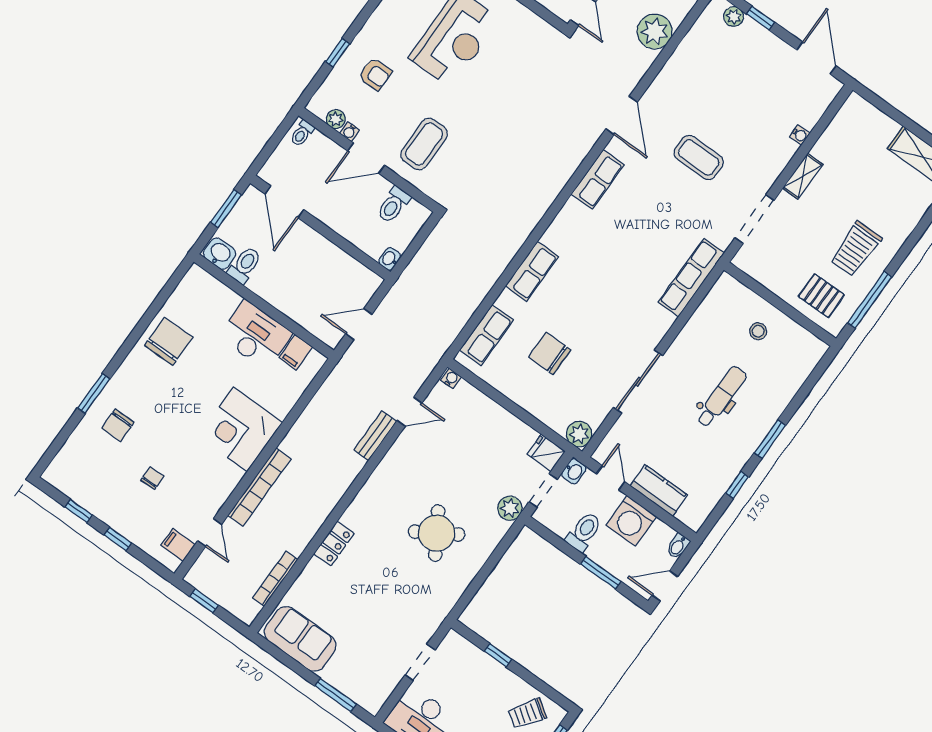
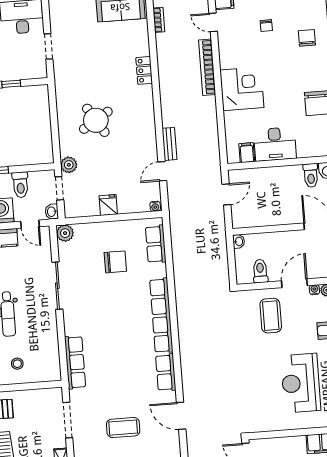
row of seats: (532, 271) -> (161, 316), width x2.02
fridge: (546, 453) -> (108, 205), moved, turned -90
bookcase: (275, 579) -> (159, 20), width x0.64

